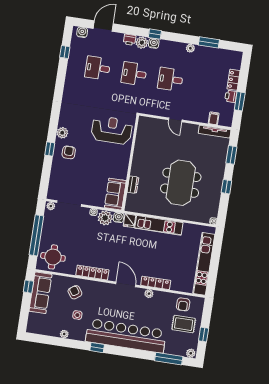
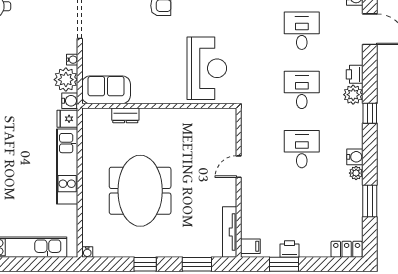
water cooler: (154, 43) -> (355, 157), moved
locker: (234, 80) -> (347, 249), moved
filing cabinet: (214, 118) -> (250, 246), moved
meeting table: (181, 183) -> (140, 191), turned 90

